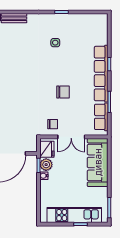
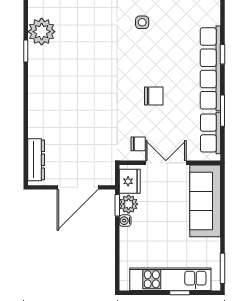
double door: (71, 137) -> (166, 163), swing flipped

